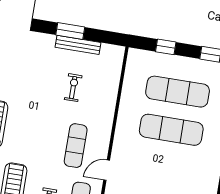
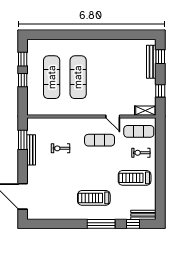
window: (70, 31) -> (23, 140), moved
window: (166, 47) -> (23, 80), moved

